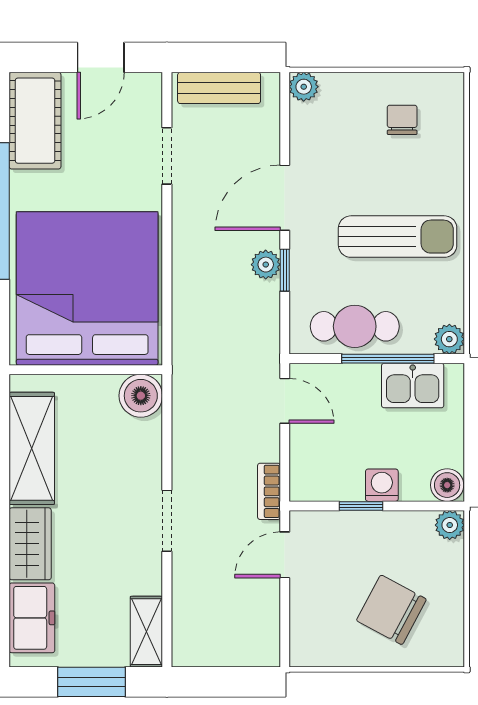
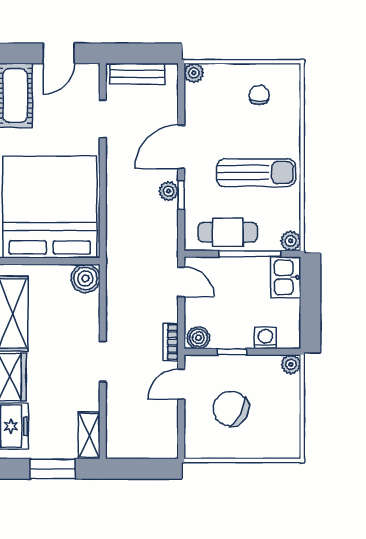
kitchen sink: (413, 386) -> (286, 277), moved, turned 90
washing machine: (382, 485) -> (265, 338), moved
boiler: (447, 485) -> (198, 338), moved
chair: (391, 610) -> (231, 409), moved

